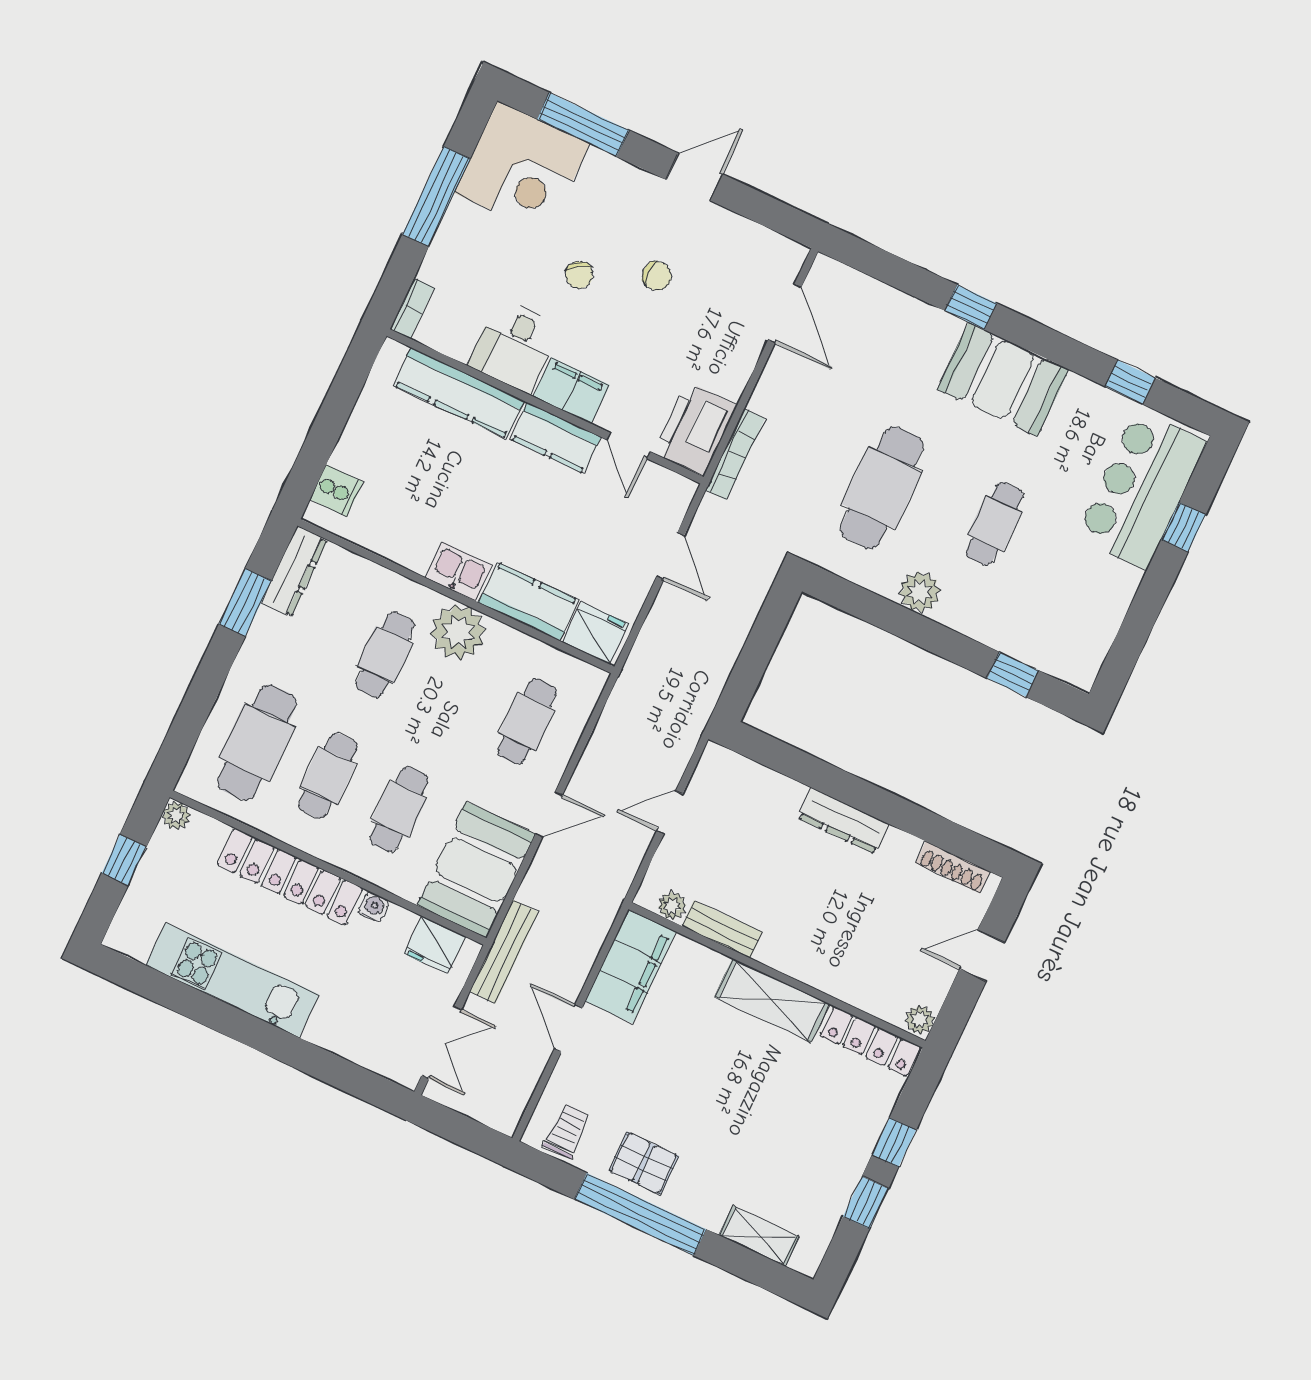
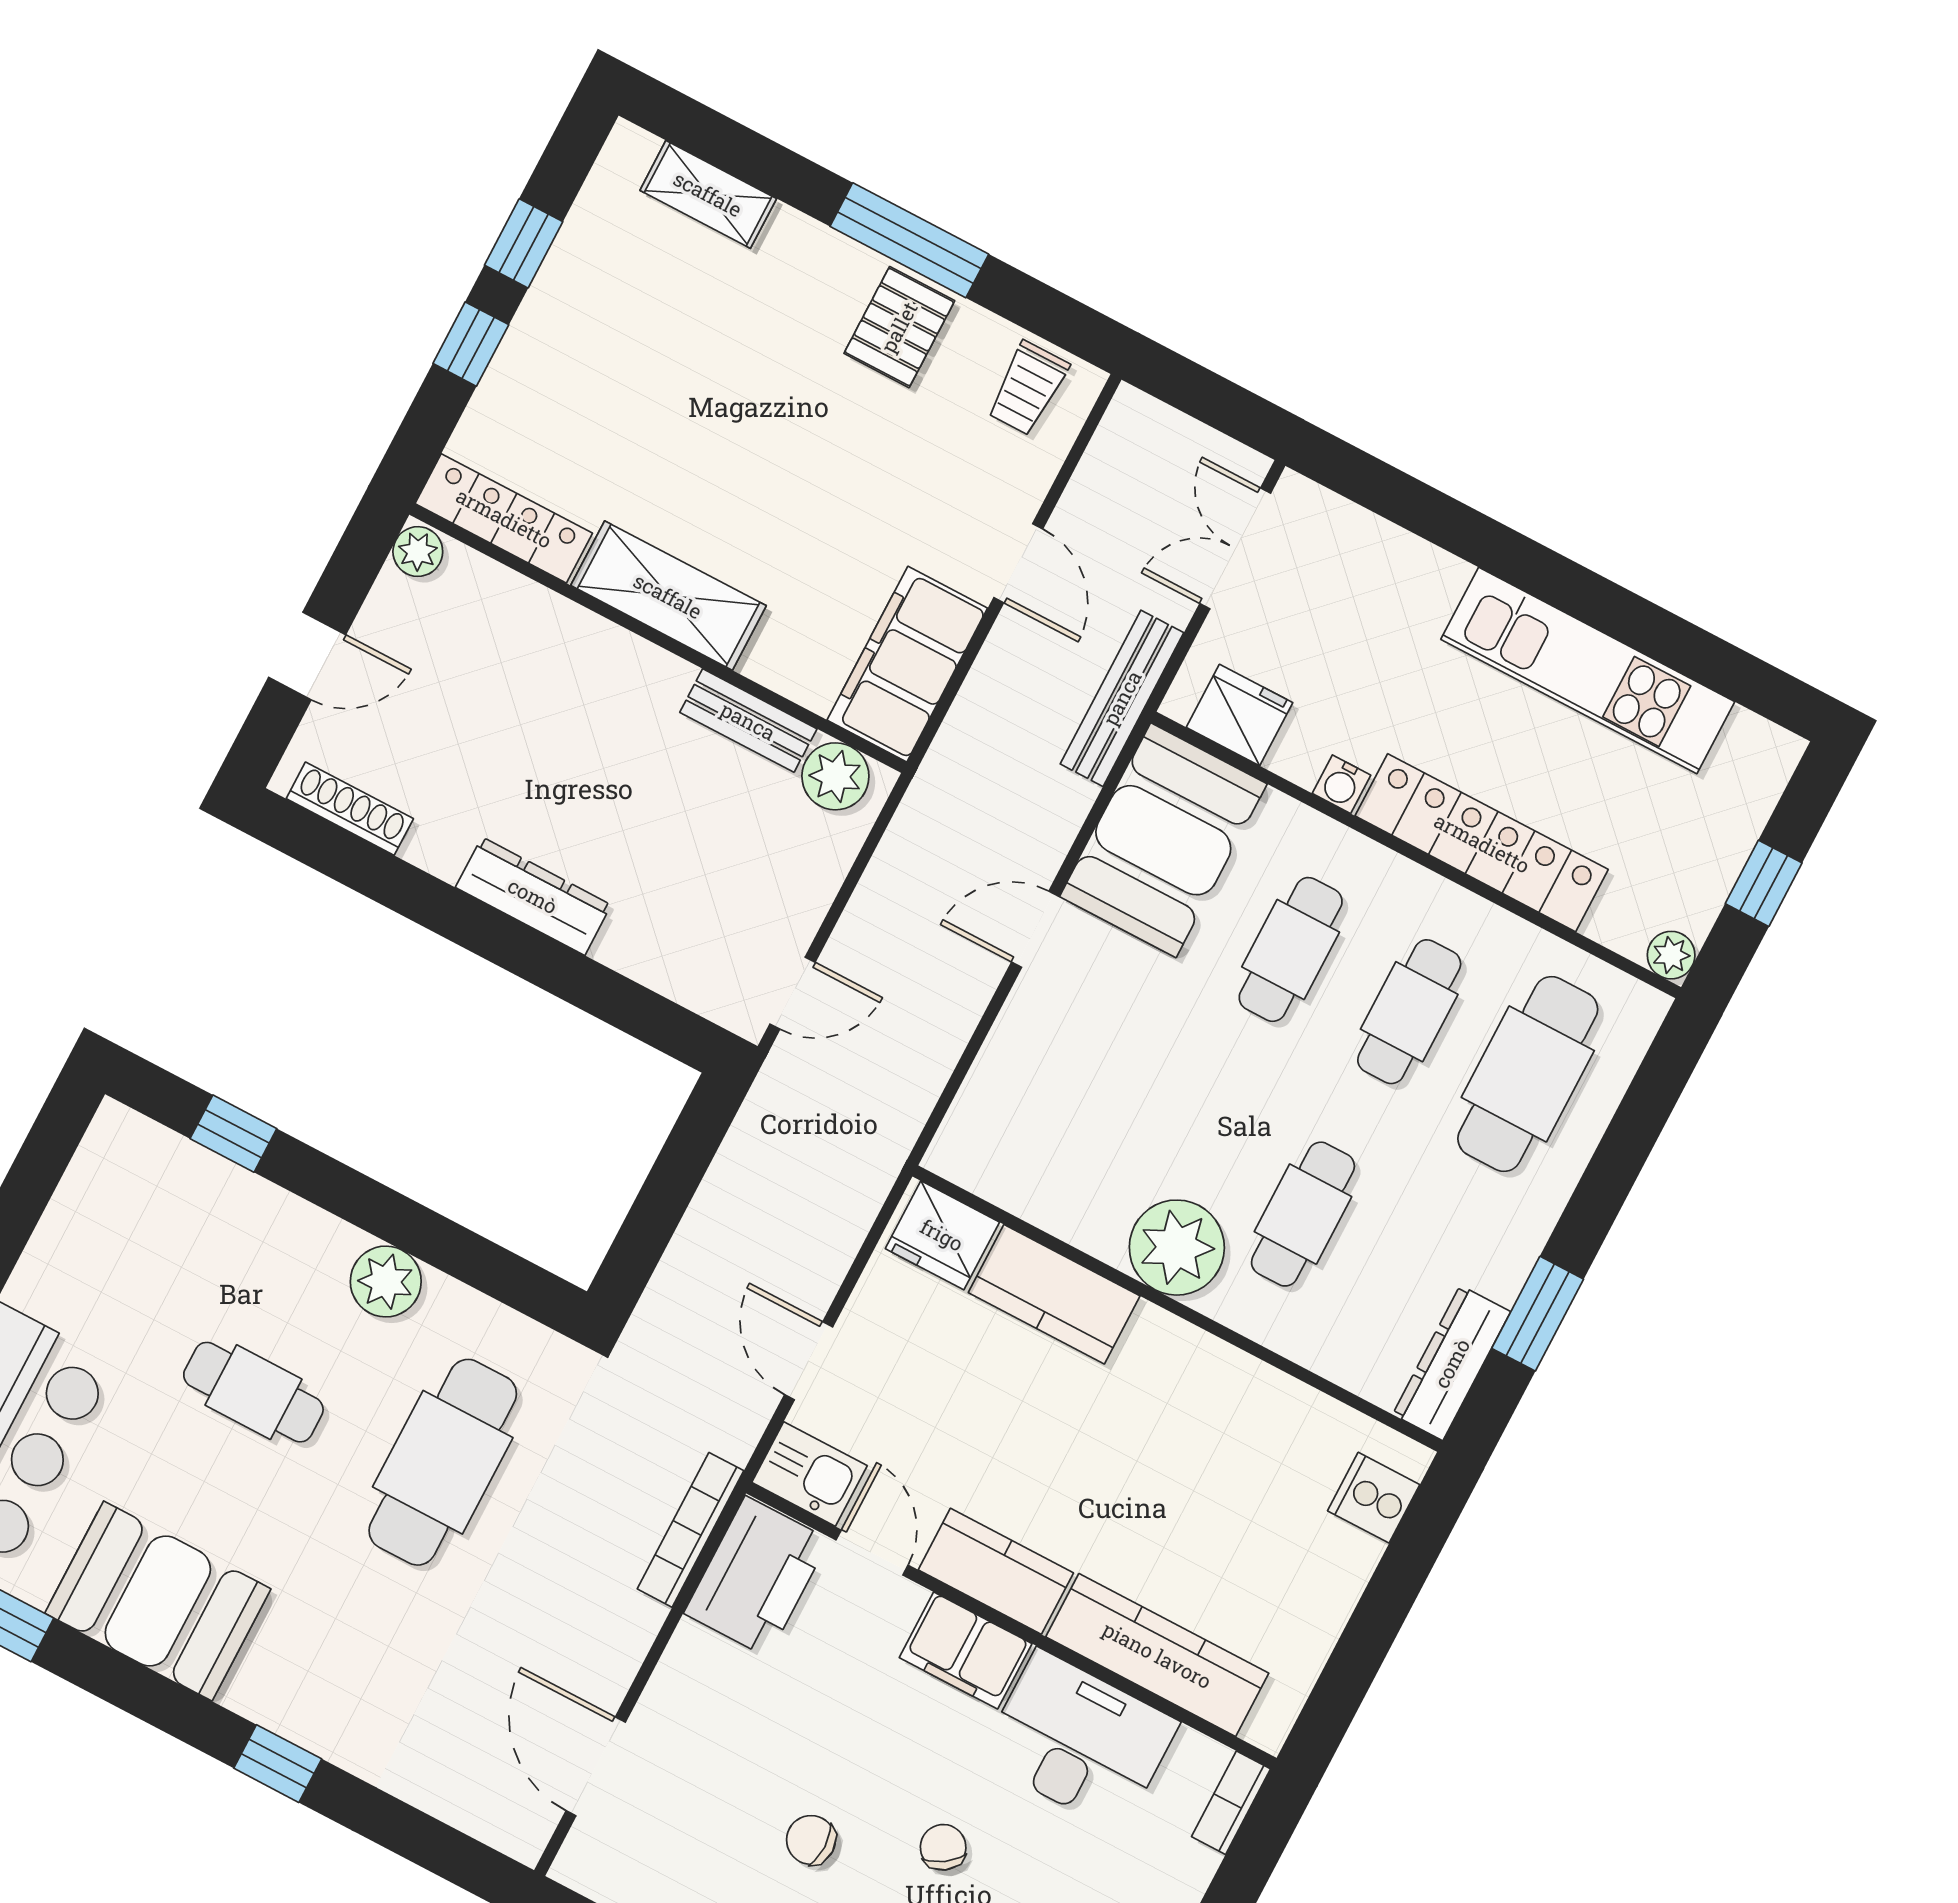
desk: (514, 346) -> (1079, 1741), width x1.37
booth: (1003, 379) -> (158, 1601), moved
cafe table: (994, 524) -> (253, 1392), turned 90
kitchen sink: (459, 571) -> (810, 1474), moved, turned 180
cafe table: (527, 721) -> (1066, 1090), removed
door: (670, 813) -> (792, 993), moved
plant: (672, 906) -> (835, 776), width x1.38, depth x1.38
pallet: (644, 1163) -> (899, 327), turned 90
window: (640, 1214) -> (909, 240), width x0.68

